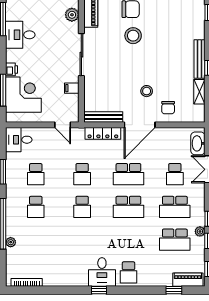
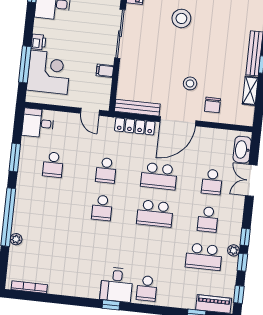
school desk: (36, 207) -> (49, 202), removed
school desk: (175, 207) -> (208, 219), width x0.54

